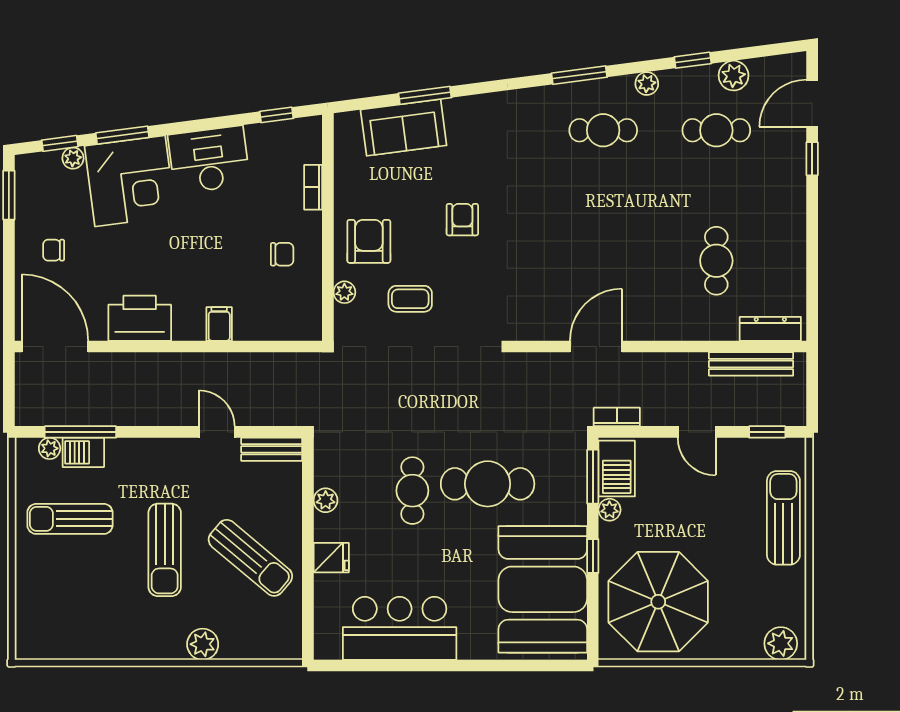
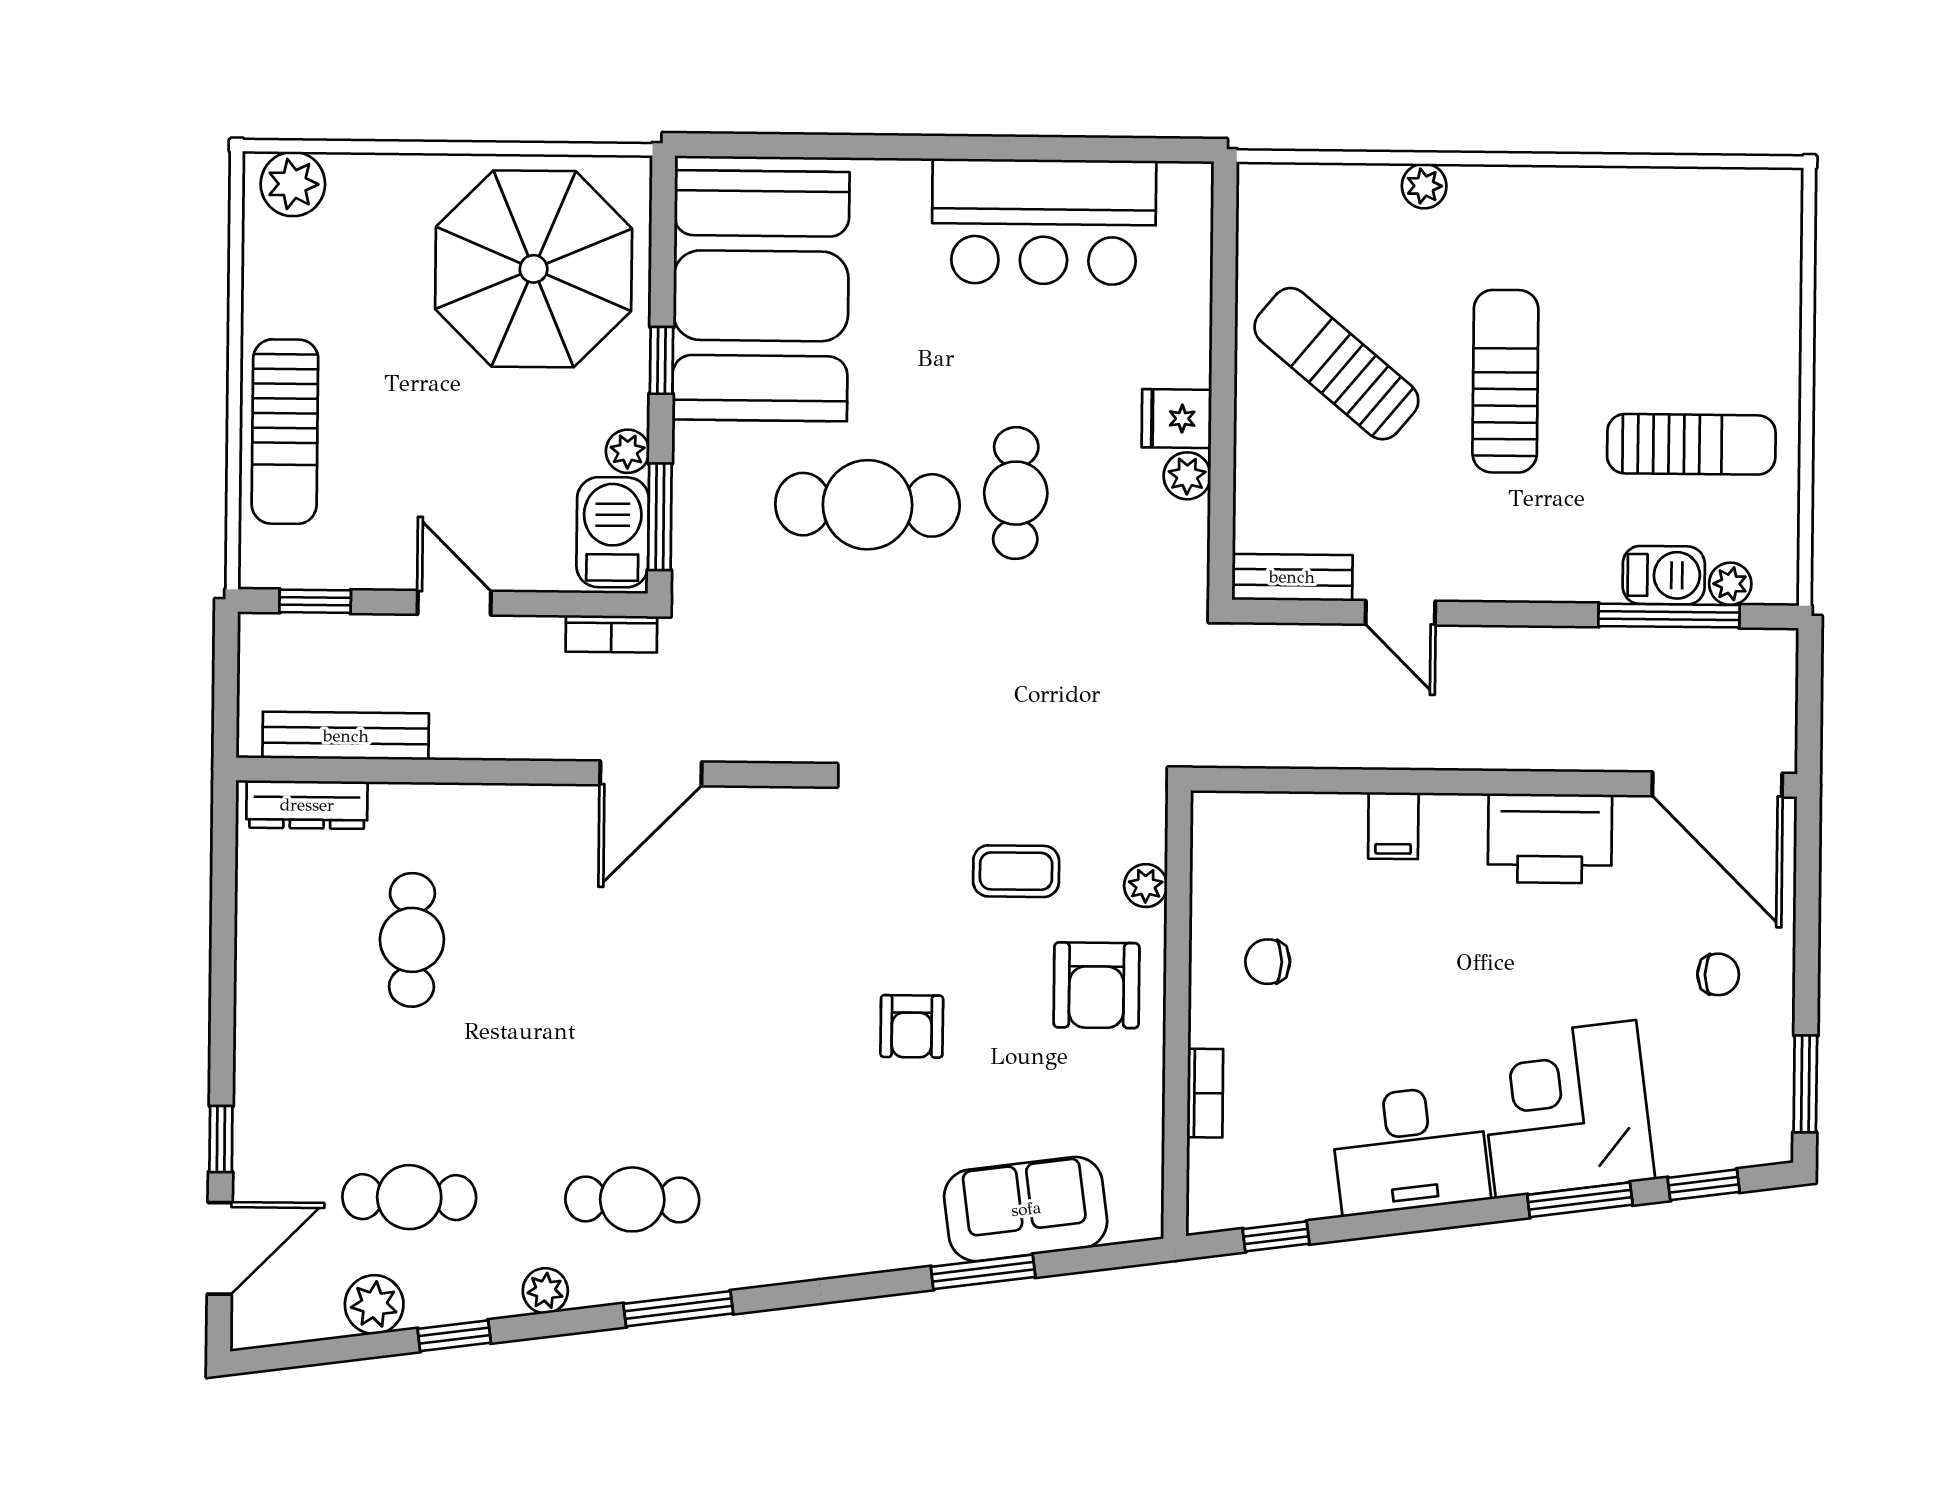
plant: (73, 158) -> (1678, 1155), removed
fridge: (331, 558) -> (1177, 419), moved
plant: (203, 644) -> (1424, 186), width x0.73, depth x0.73

